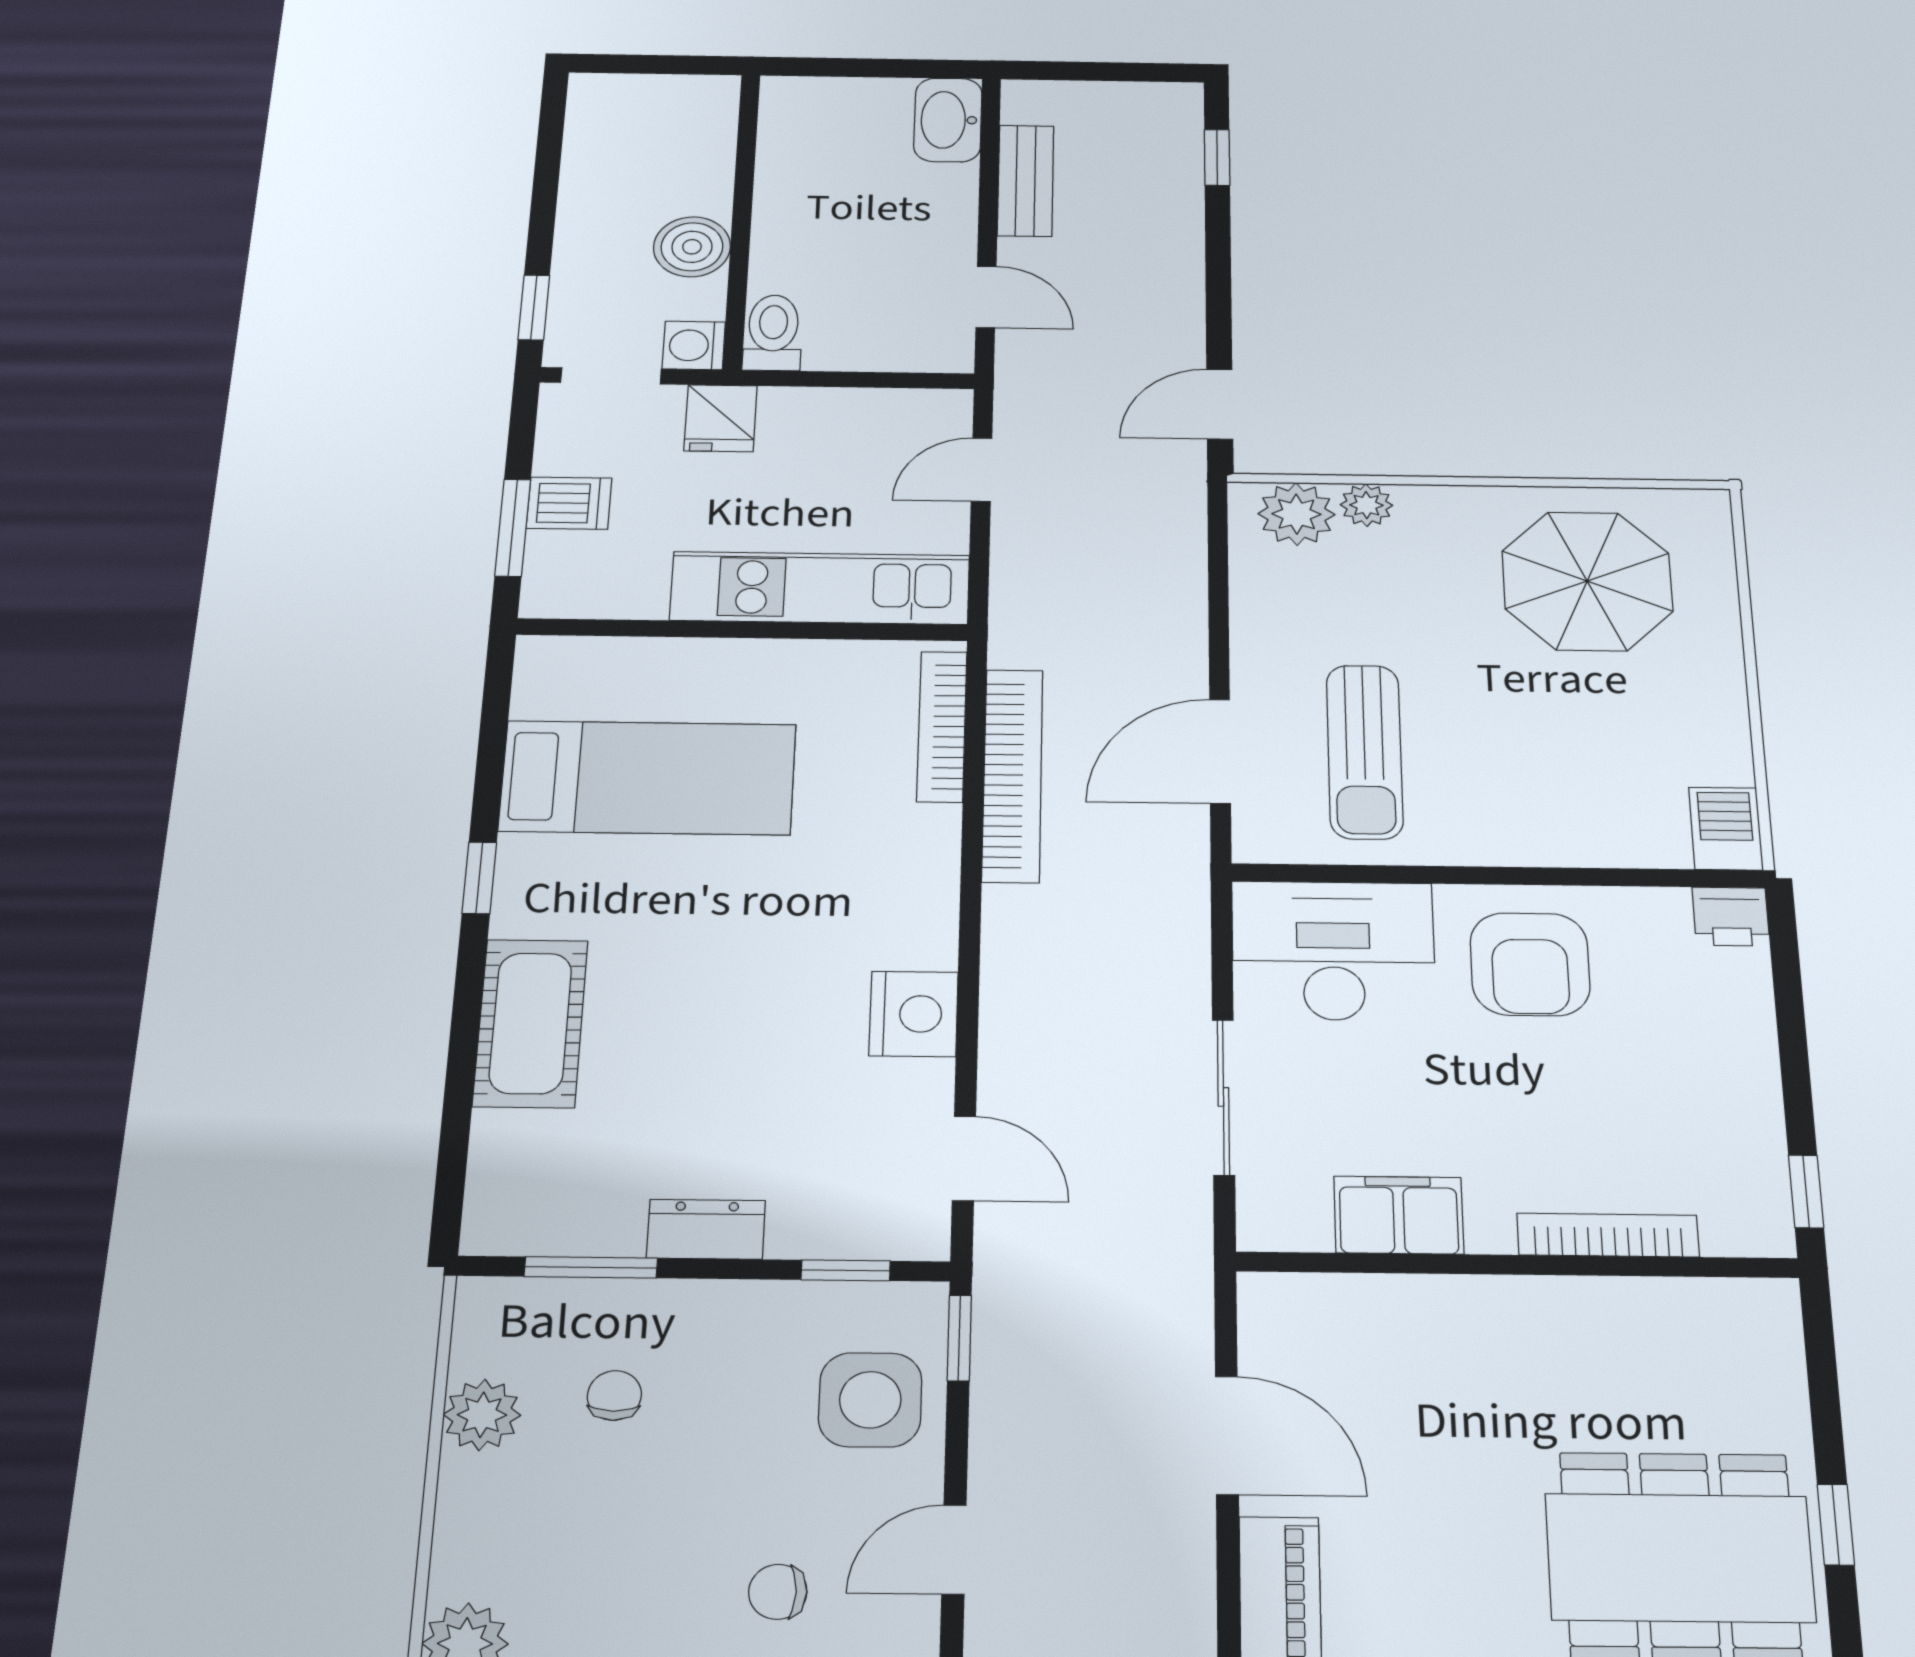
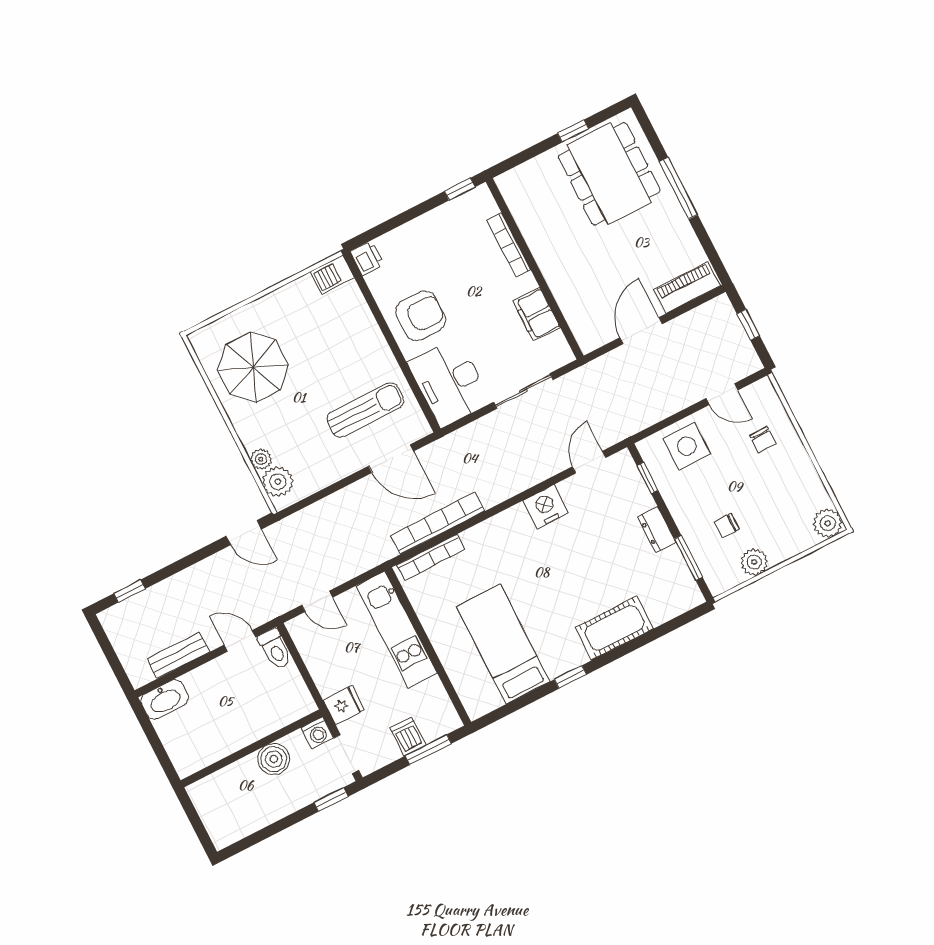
door: (986, 297) -> (240, 641), hinge flipped
toilet: (773, 333) -> (275, 649), moved, turned -90
window: (959, 1338) -> (652, 430), removed

